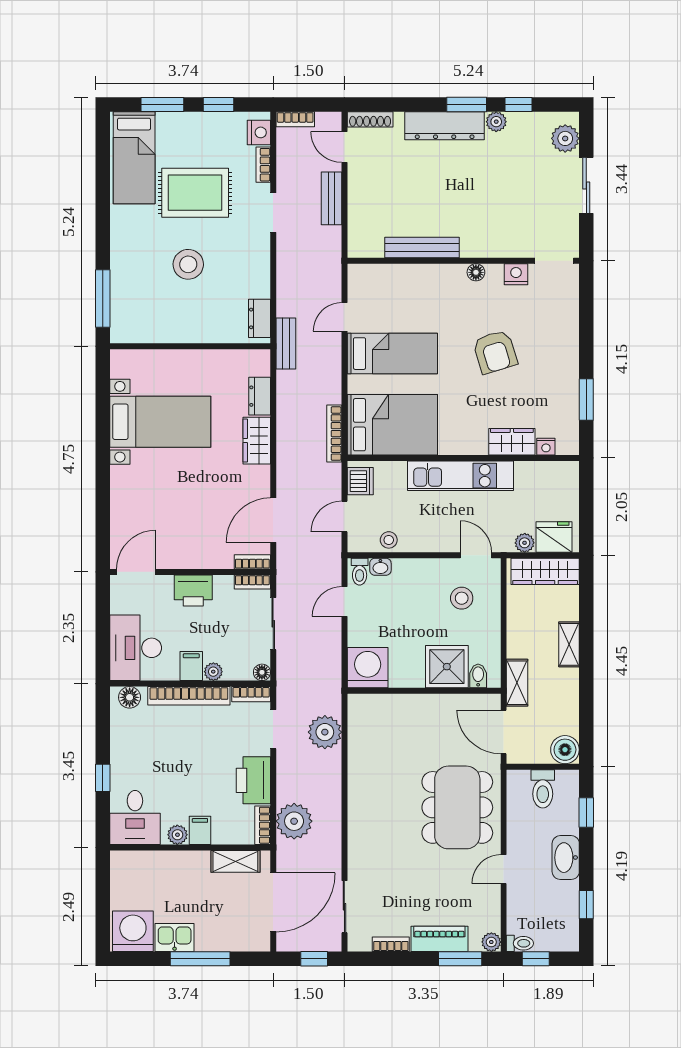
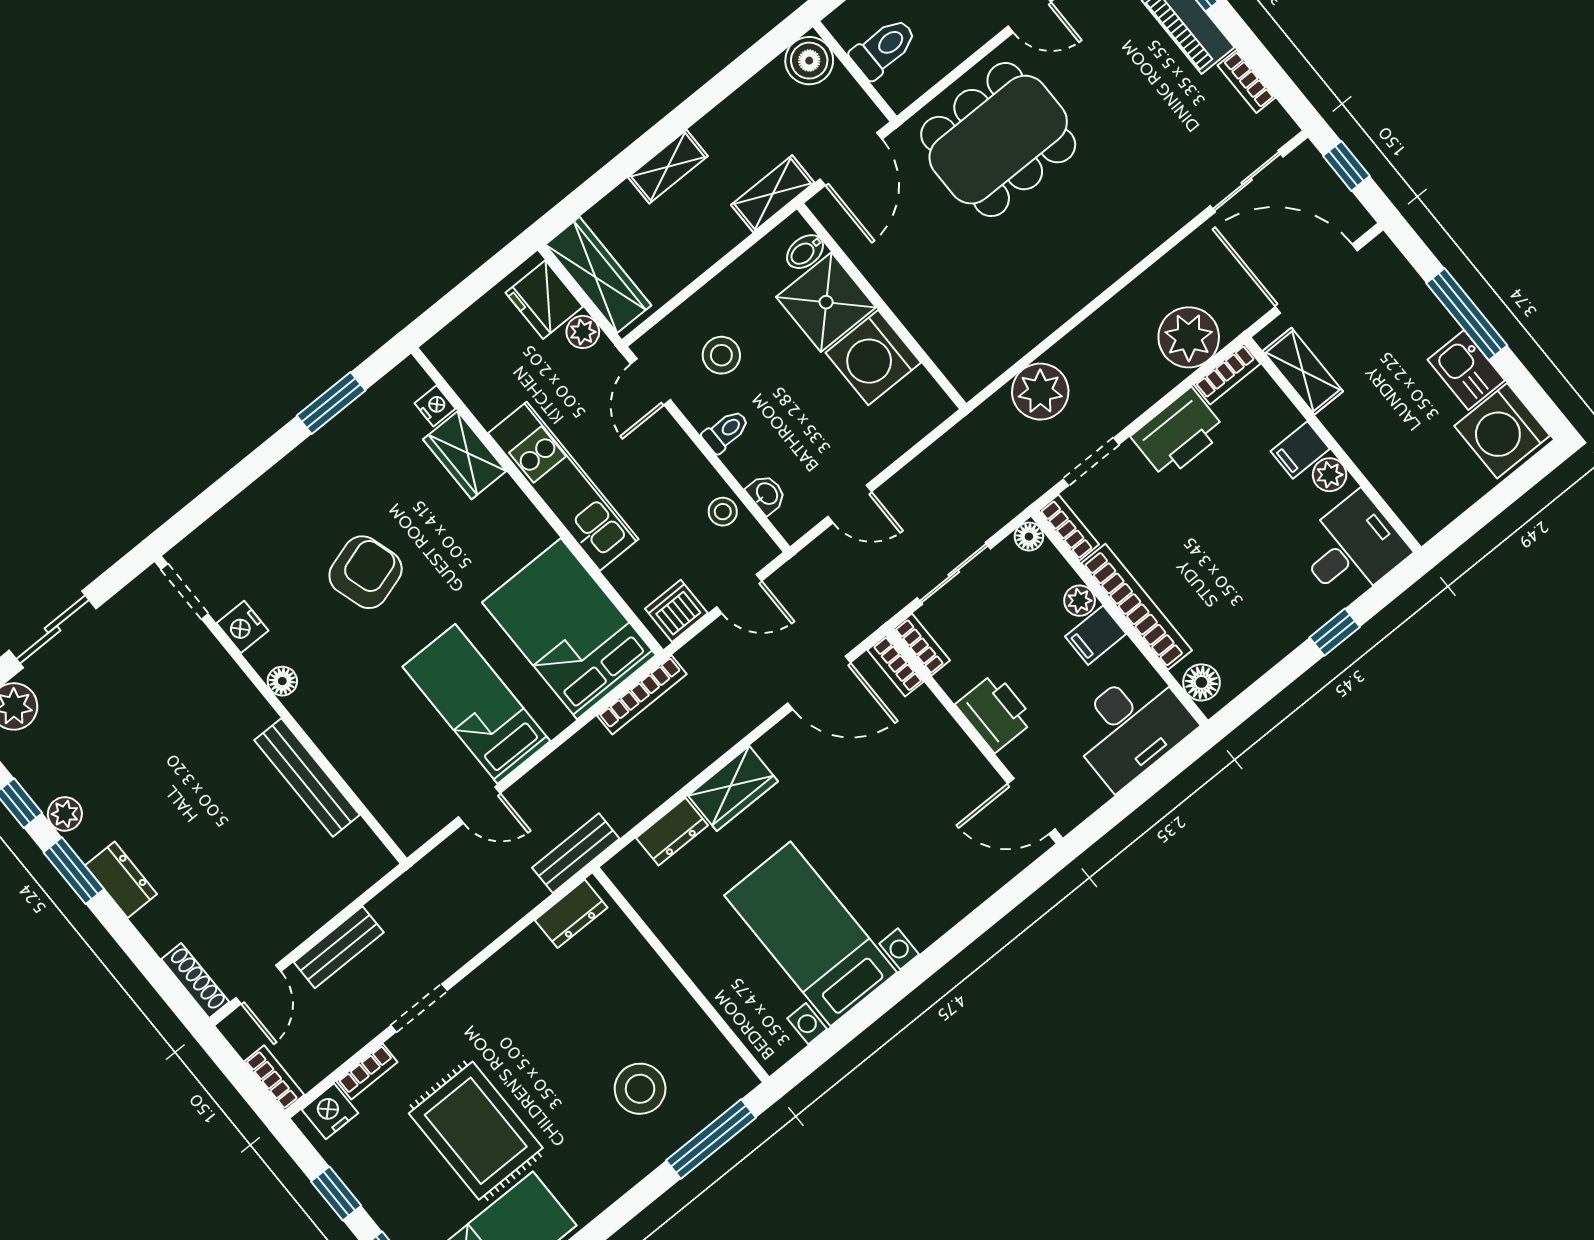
dresser: (445, 126) -> (121, 880), width x0.51, depth x0.80
stool: (188, 264) -> (640, 1089), moved
toilet: (360, 572) -> (726, 431), moved
washing machine: (368, 668) -> (873, 358), moved

